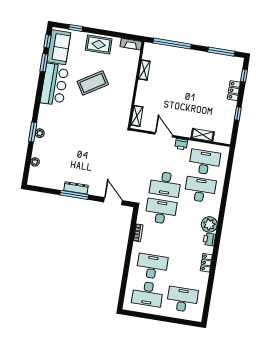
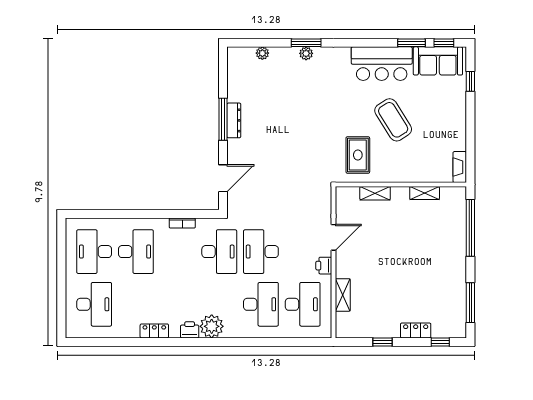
rug: (99, 44) -> (358, 155), moved
shelving: (137, 116) -> (375, 193), moved

